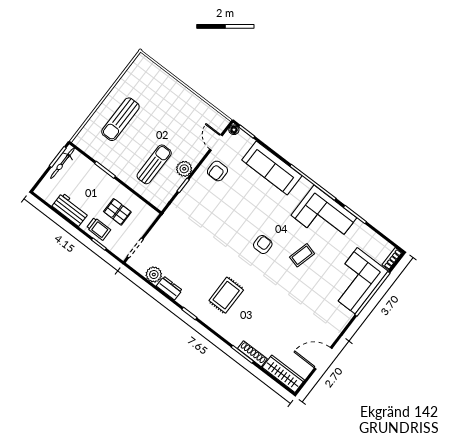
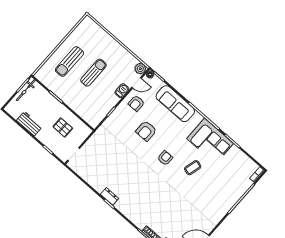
door: (216, 143) -> (137, 83), swing flipped
barbecue: (196, 155) -> (122, 91), added
sun lounger: (154, 164) -> (93, 73), moved
plant: (184, 169) -> (140, 69), moved
armchair: (234, 209) -> (146, 131), added
trolley: (99, 229) -> (48, 139), removed
plant: (154, 274) -> (86, 174), removed
corner sofa: (356, 281) -> (230, 189), removed
dresser: (169, 288) -> (109, 196), moved
rug: (226, 295) -> (136, 192), removed

